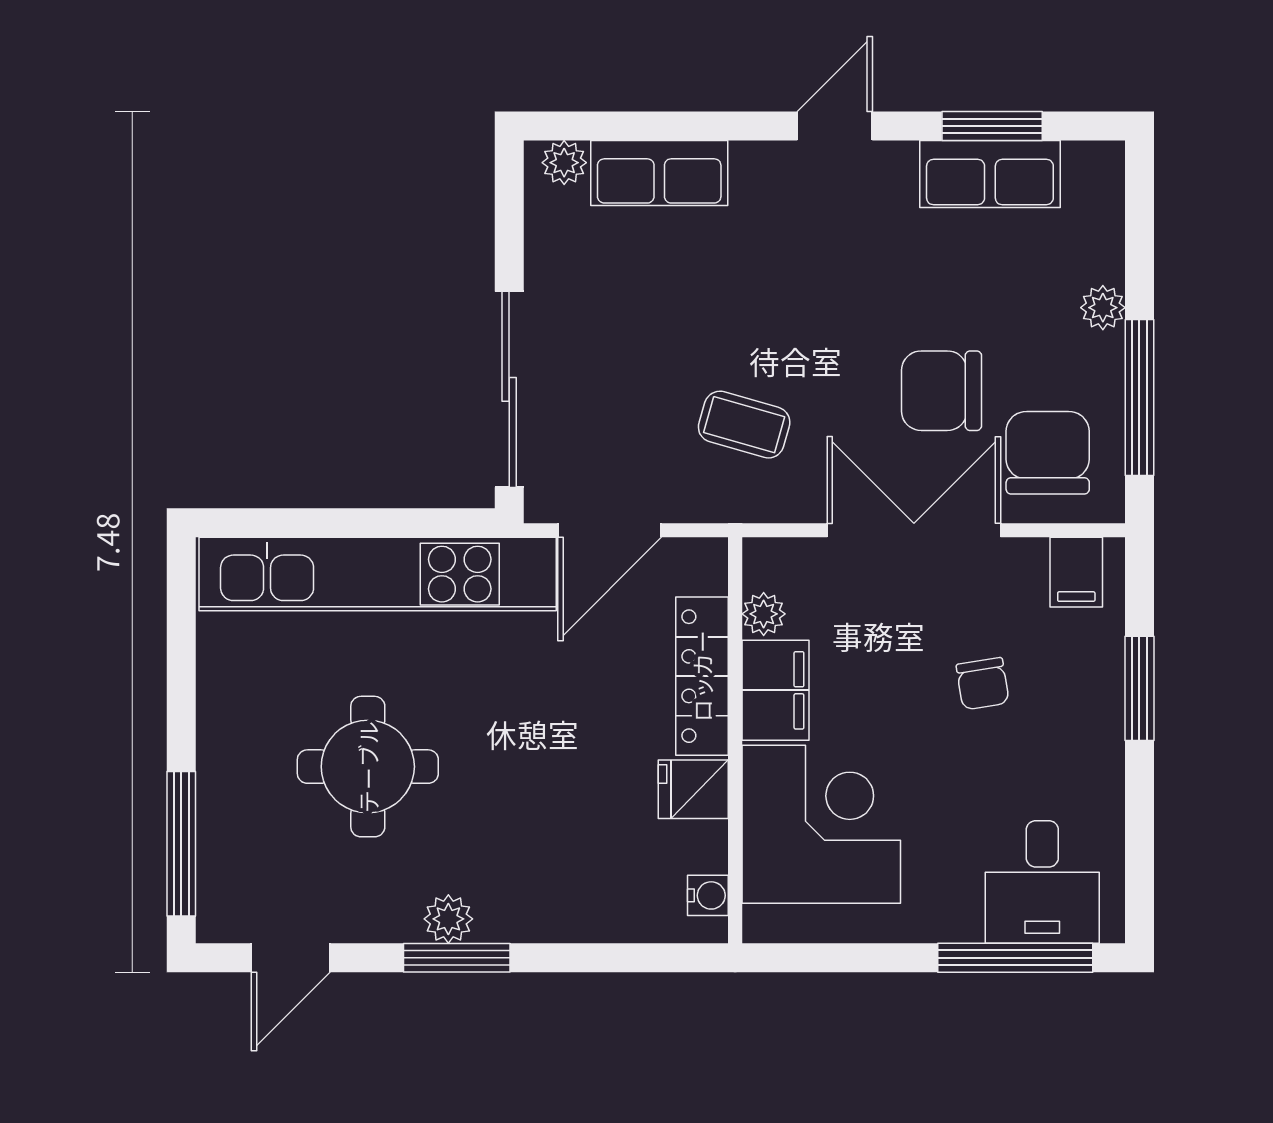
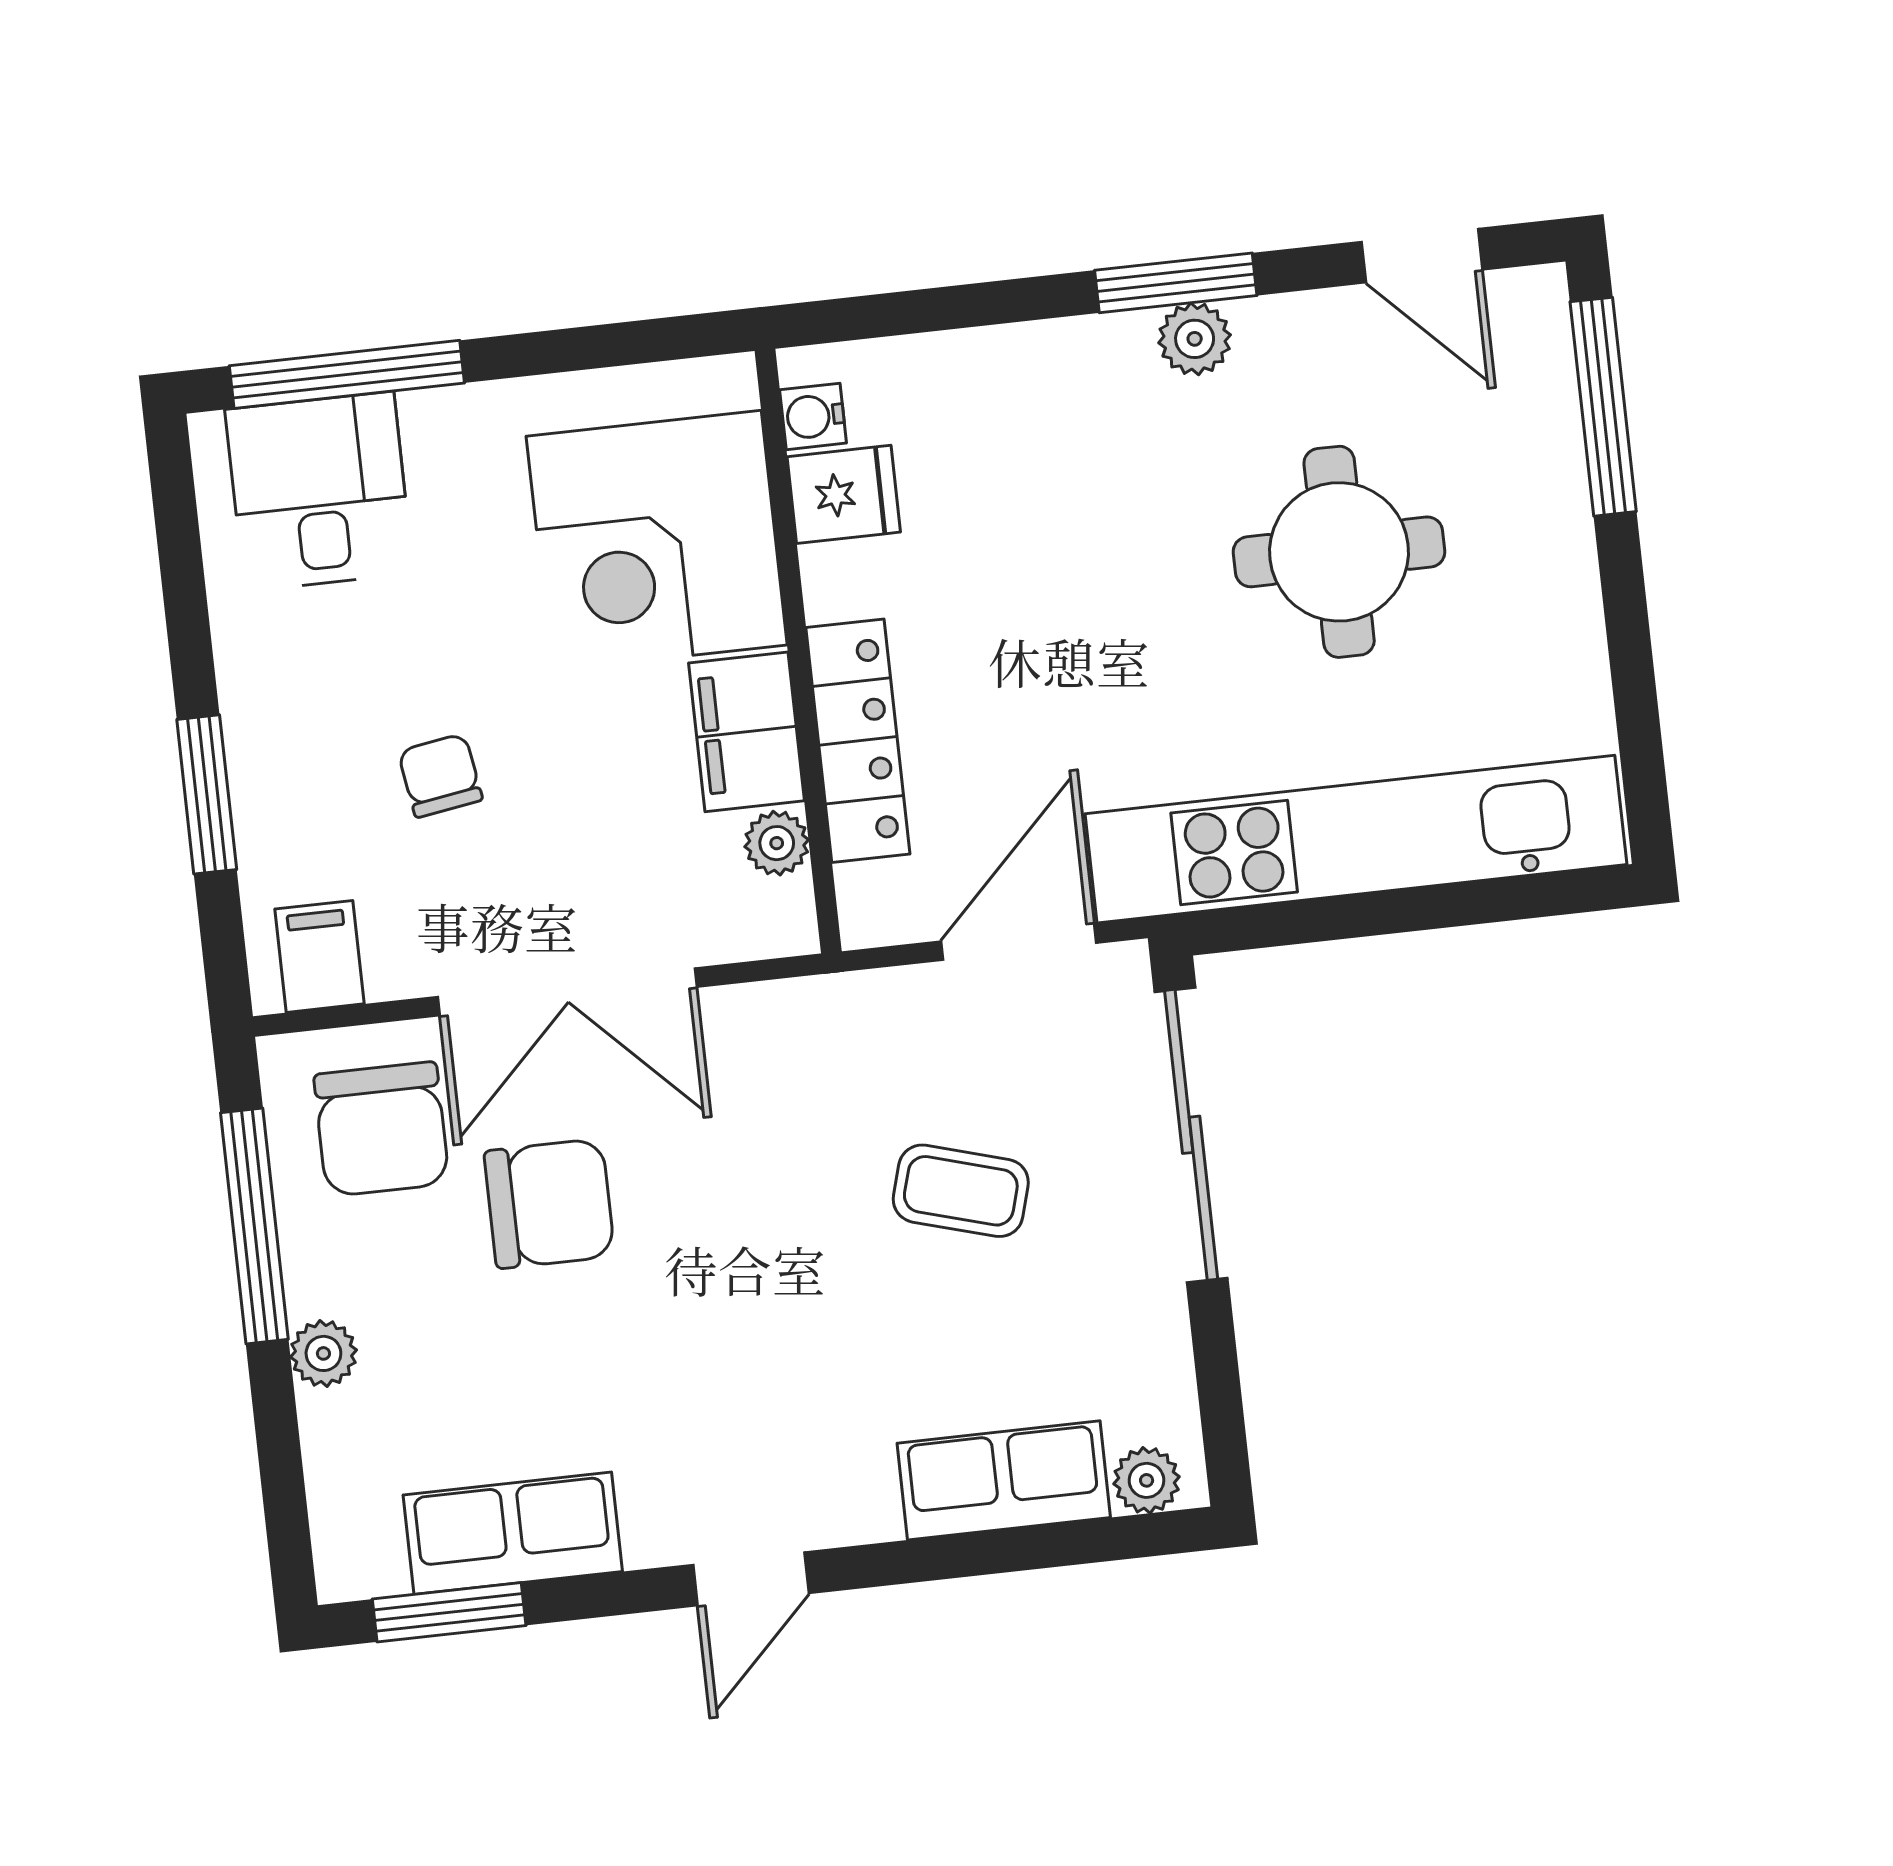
window: (992, 126) -> (449, 1612), moved
coffee table: (744, 425) -> (961, 1191), moved
fridge: (693, 789) -> (844, 494), moved
door: (291, 958) -> (1422, 256), swing flipped

